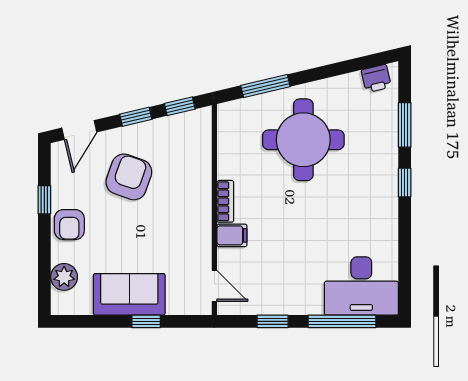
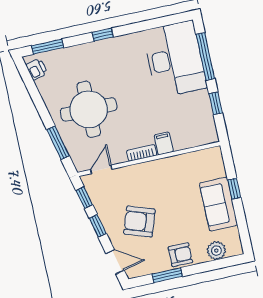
window: (405, 125) -> (48, 47), moved
window: (44, 200) -> (167, 275), width x1.50
door: (214, 286) -> (101, 169), moved
desk: (361, 286) -> (175, 59), width x1.36, depth x1.30

